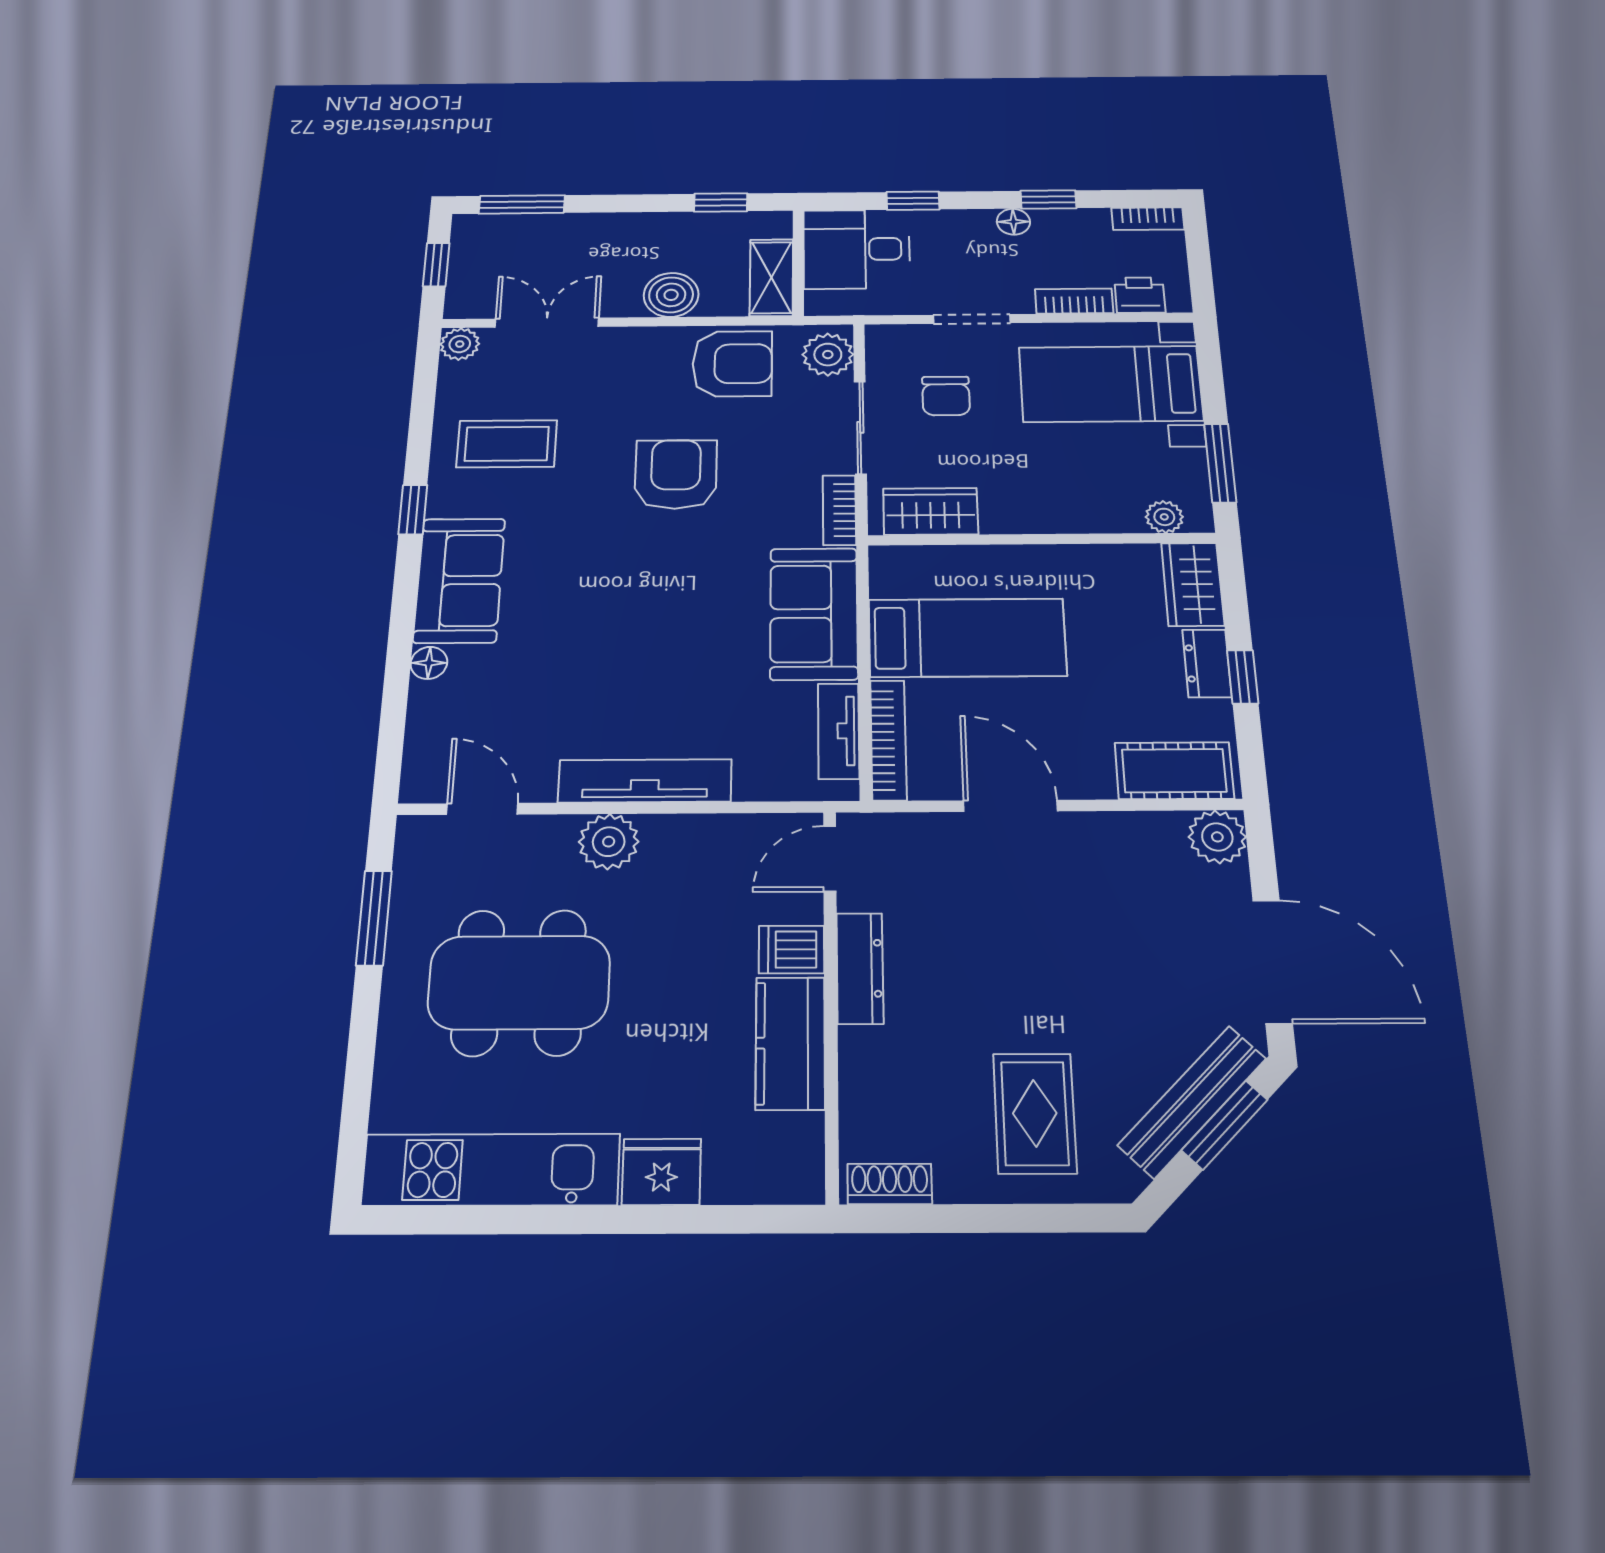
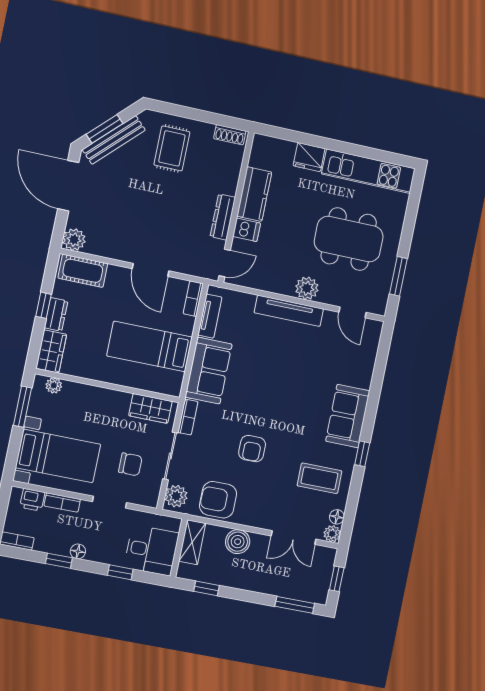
chair: (946, 396) -> (130, 464), turned 90
armchair: (676, 474) -> (252, 449), width x0.72, depth x0.72
floor lamp: (429, 663) -> (337, 517), moved
bookcase: (888, 740) -> (193, 299), width x0.64

